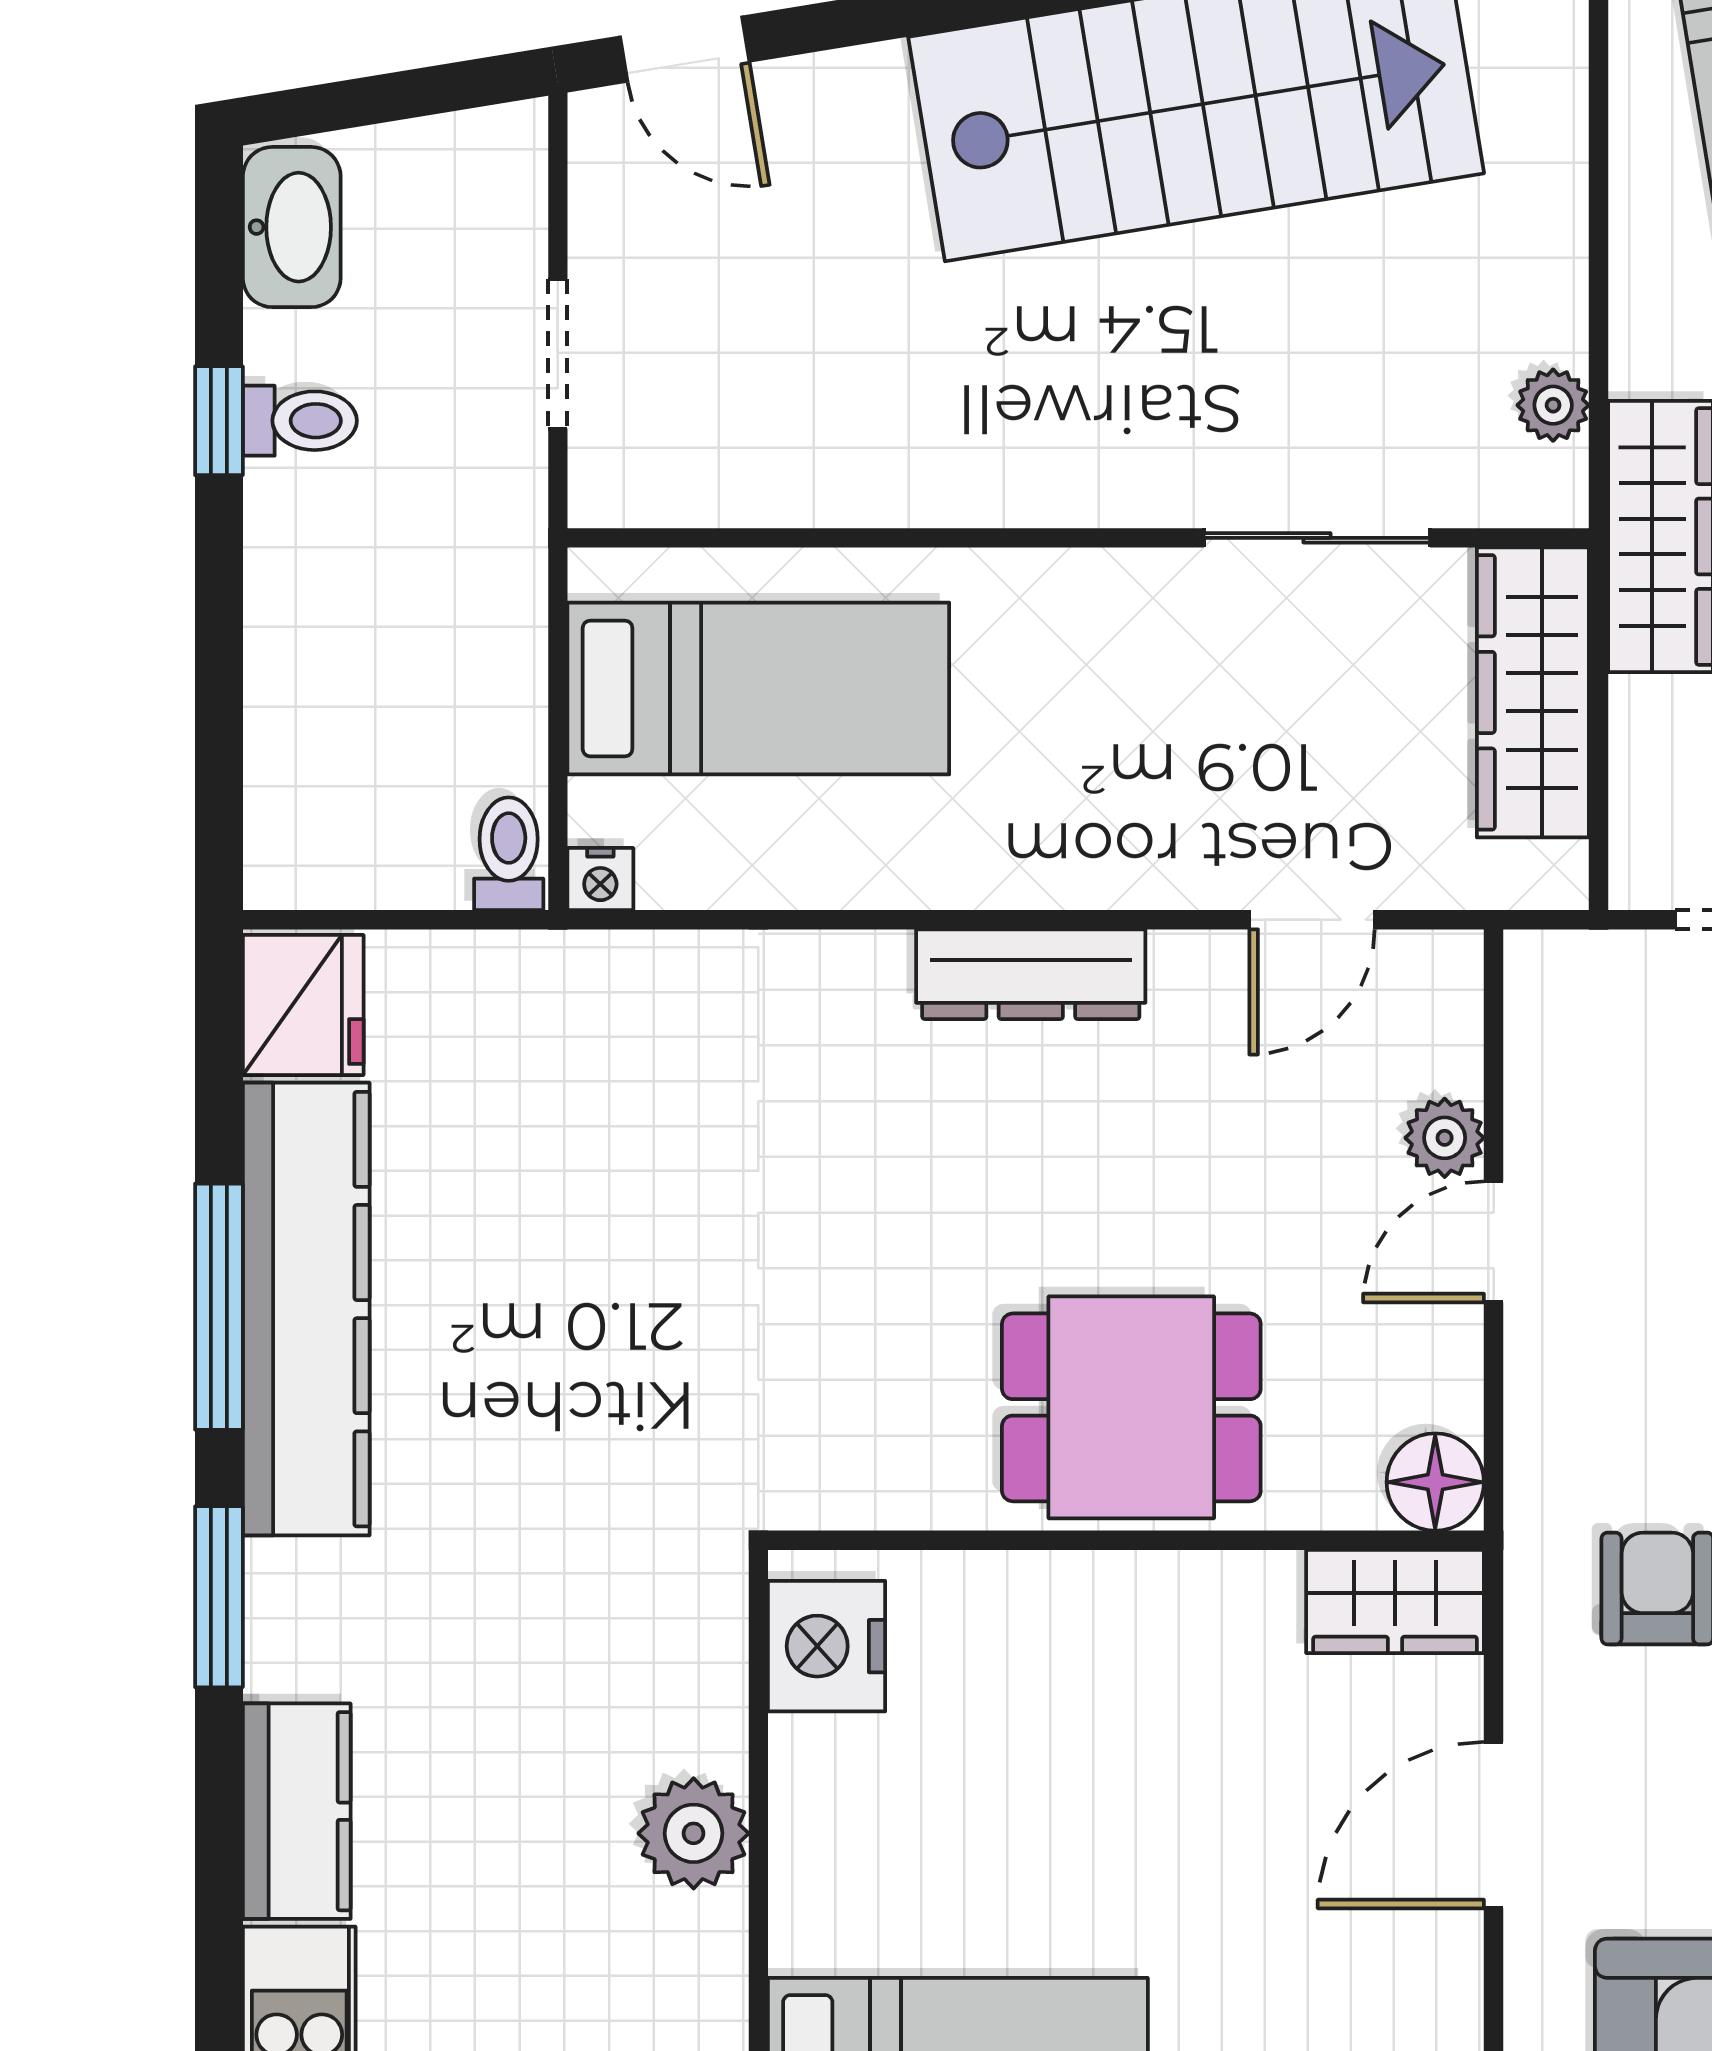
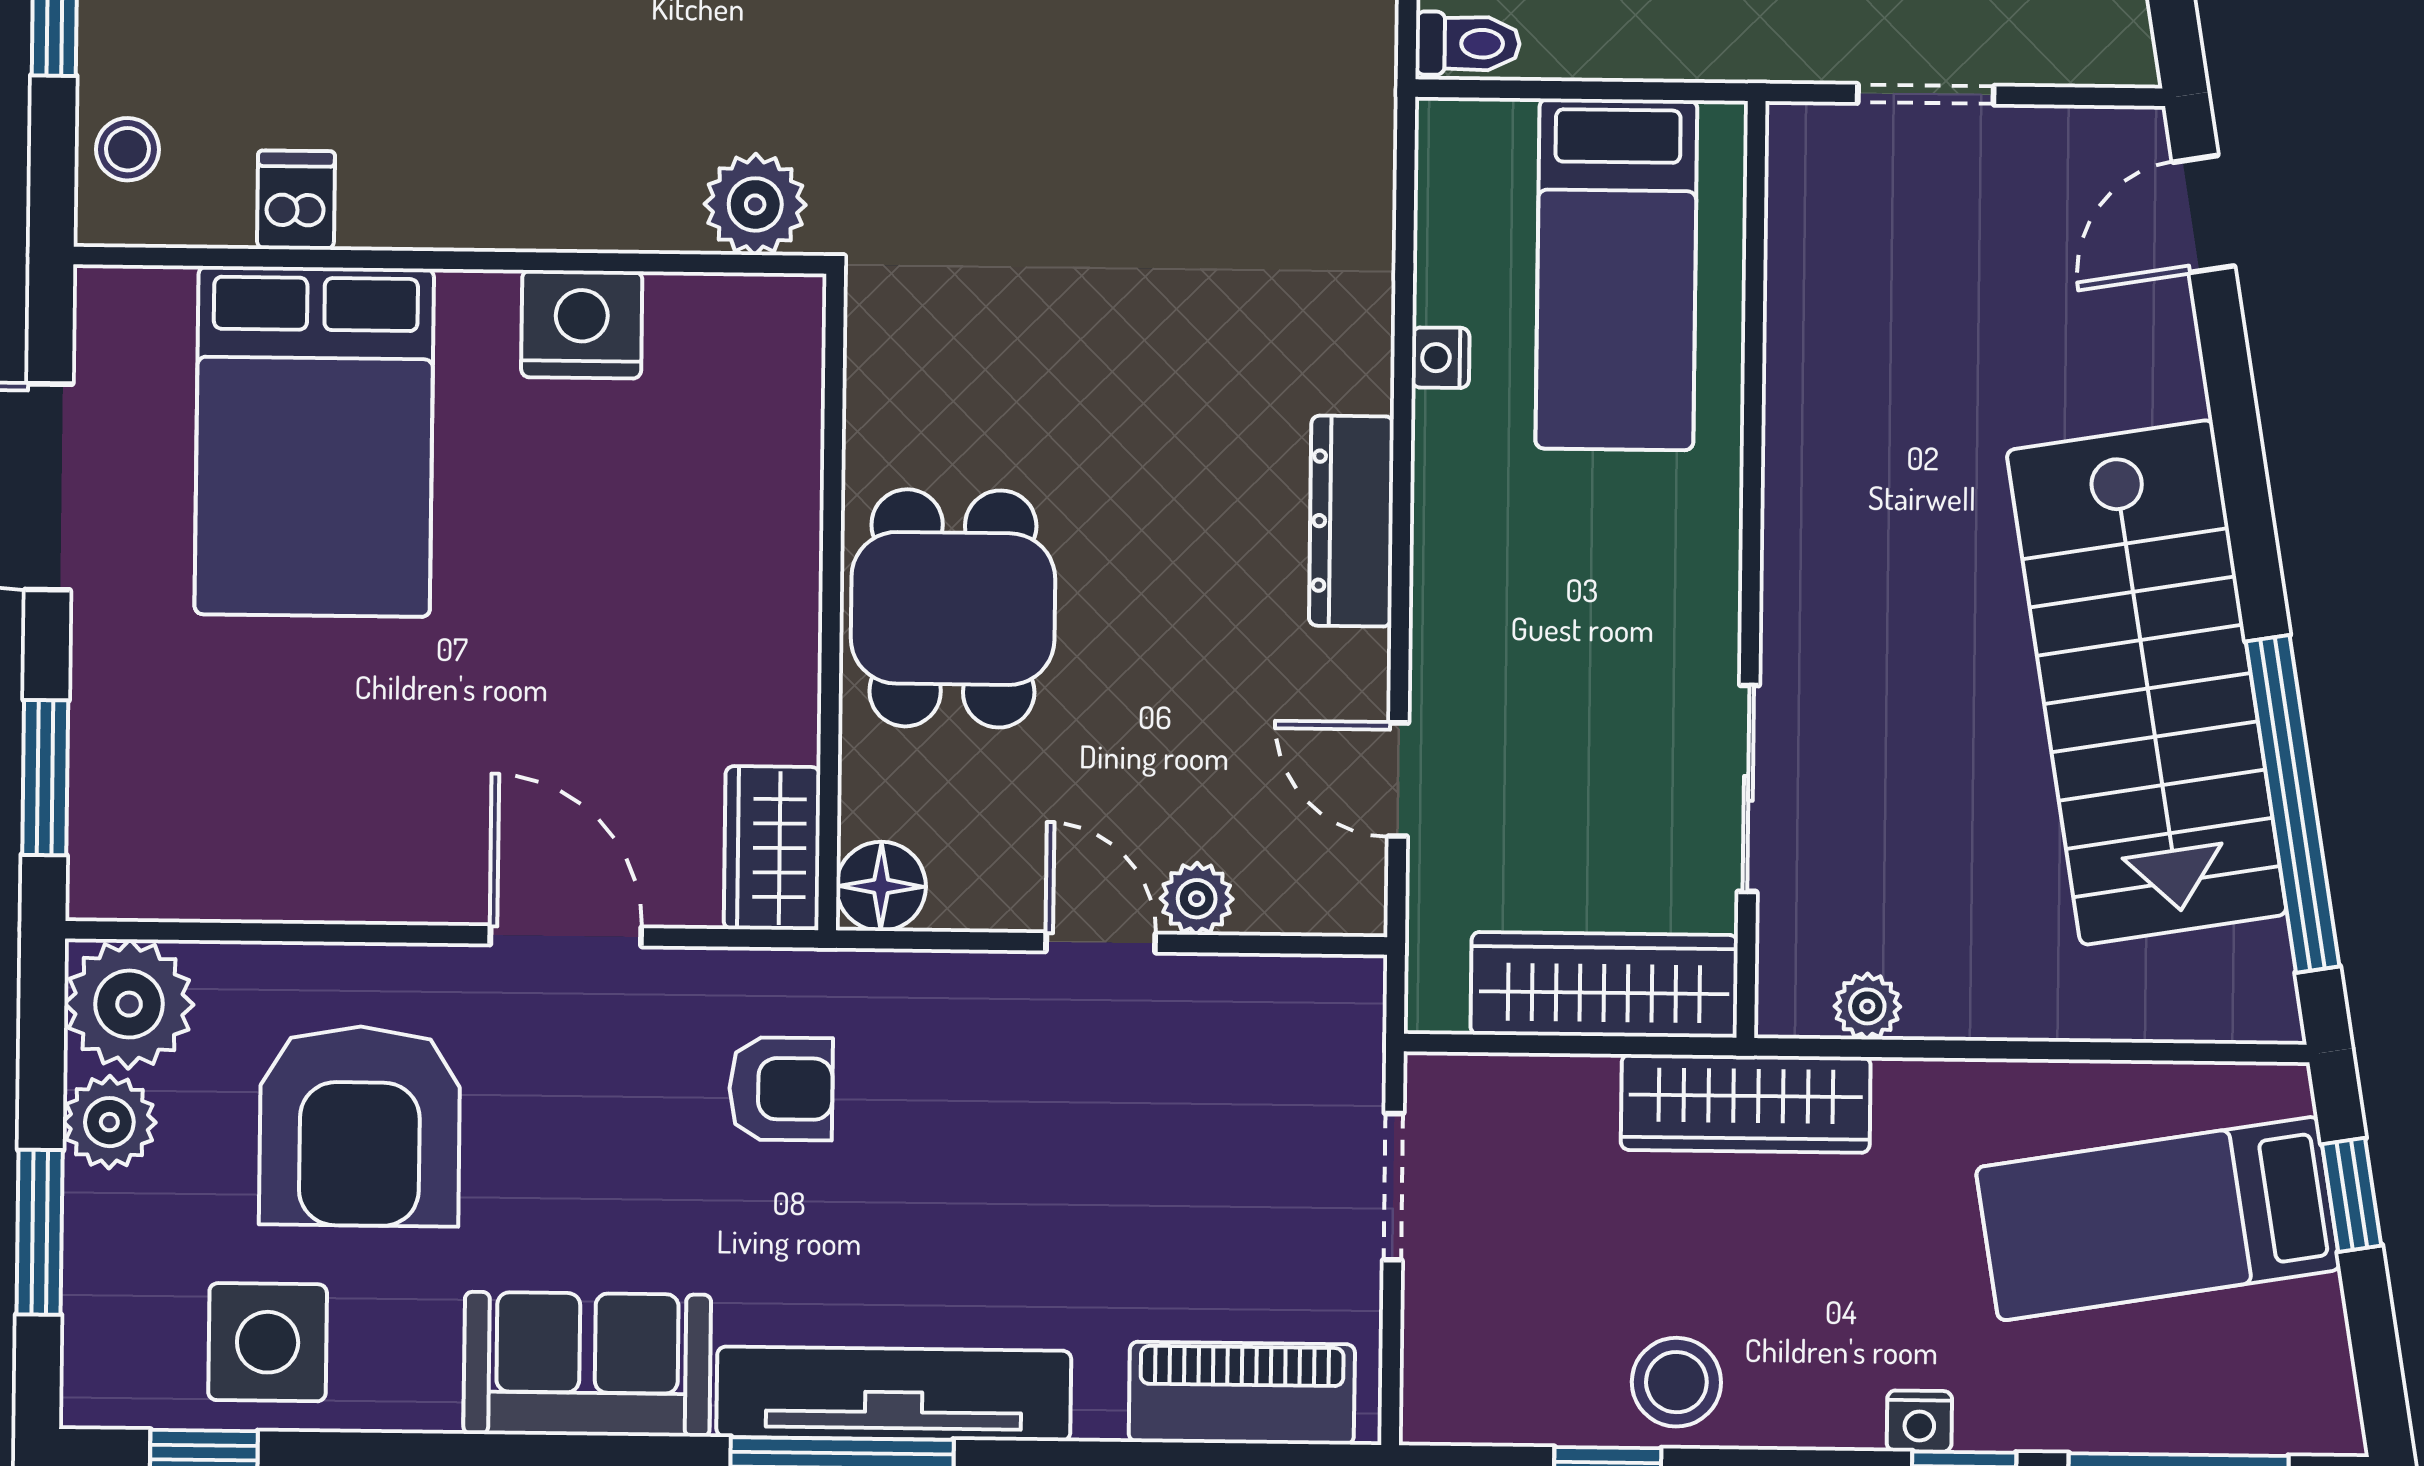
nightstand: (600, 879) -> (1441, 358), moved
nightstand: (827, 1646) -> (582, 324), moved
plant: (694, 1833) -> (755, 204), moved

